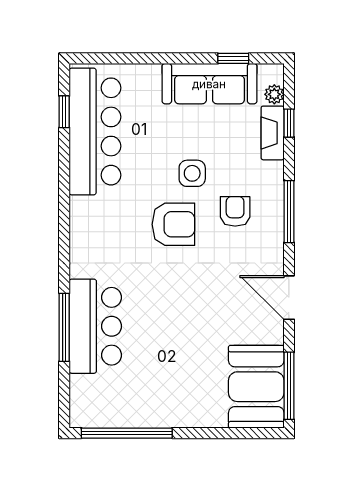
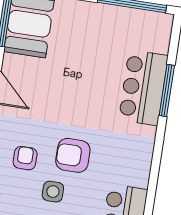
armchair: (235, 211) -> (25, 158), turned 180

